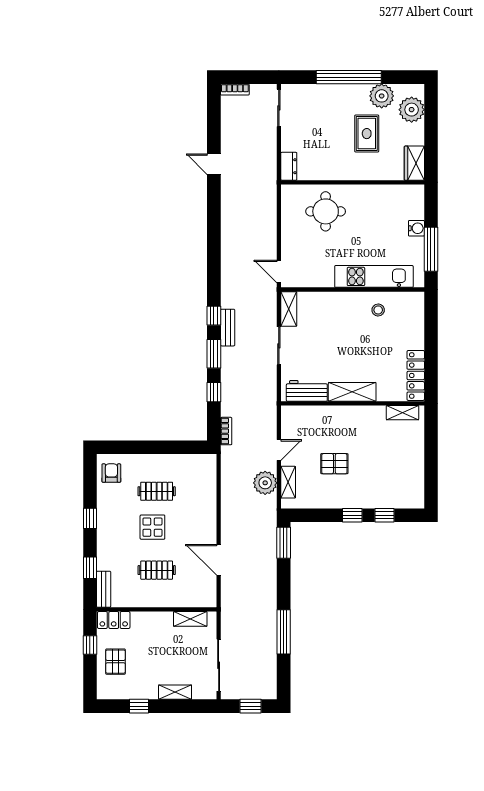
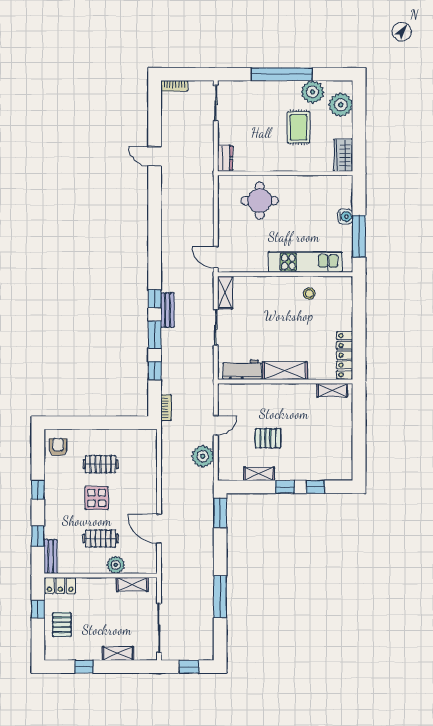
shelving: (288, 482) -> (259, 474), moved, turned 90
plant: (173, 598) -> (116, 565), added

